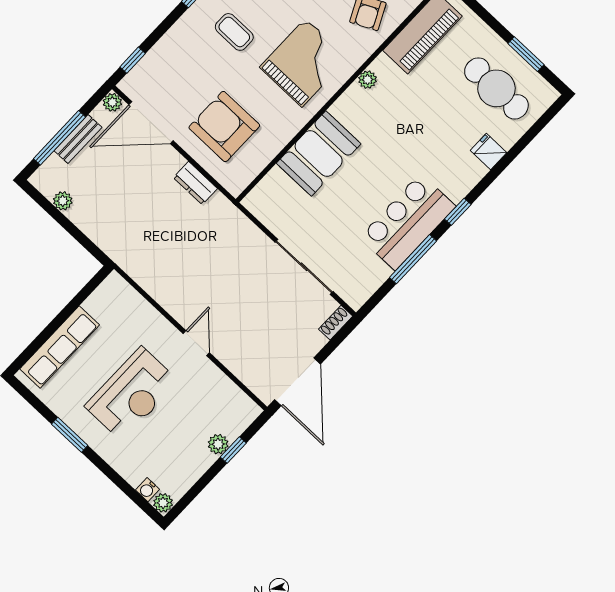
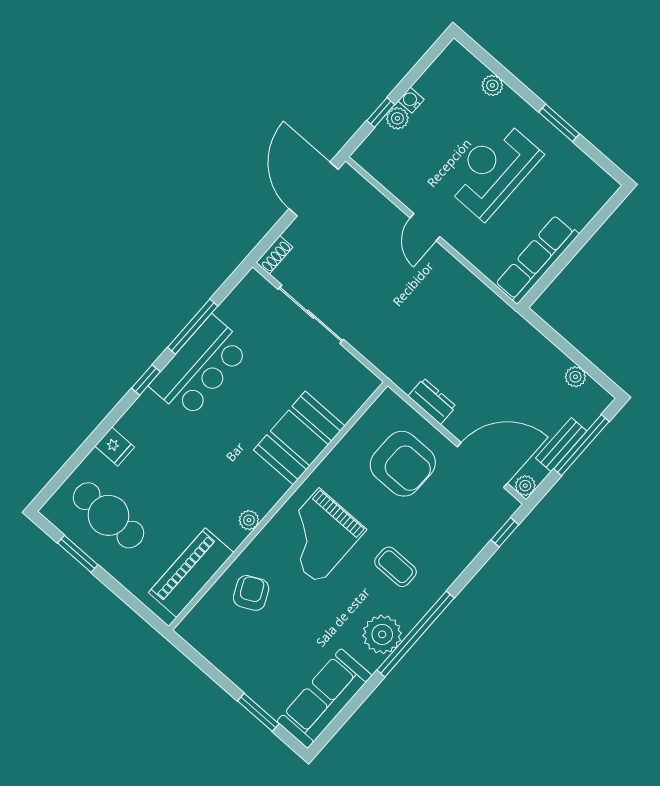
row of seats: (60, 347) -> (537, 259), moved
water cooler: (147, 490) -> (411, 100), moved, turned -90
plant: (163, 503) -> (492, 85), moved

